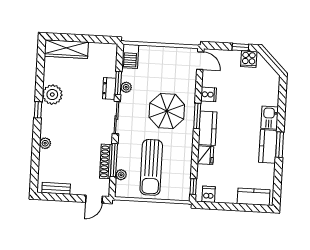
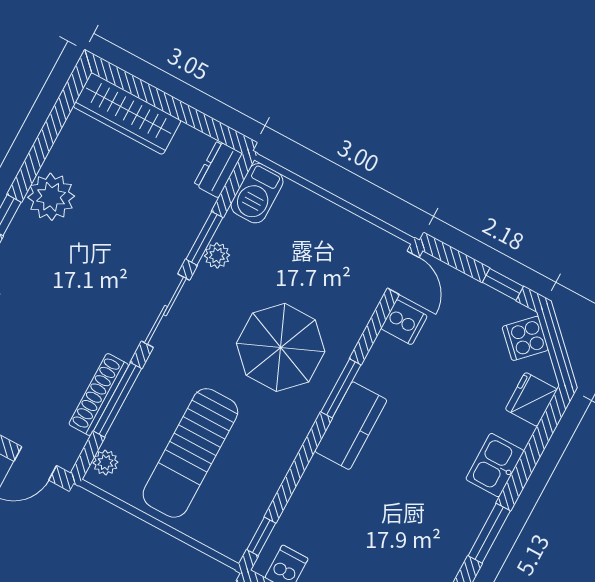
cooker: (249, 59) -> (525, 338), moved, turned 45
dresser: (109, 88) -> (218, 169), moved
cooker: (209, 94) -> (404, 322), moved
kitchen counter: (268, 146) -> (462, 525), removed
fridge: (205, 155) -> (531, 399), moved, turned 180
plant: (121, 175) -> (105, 462), moved

